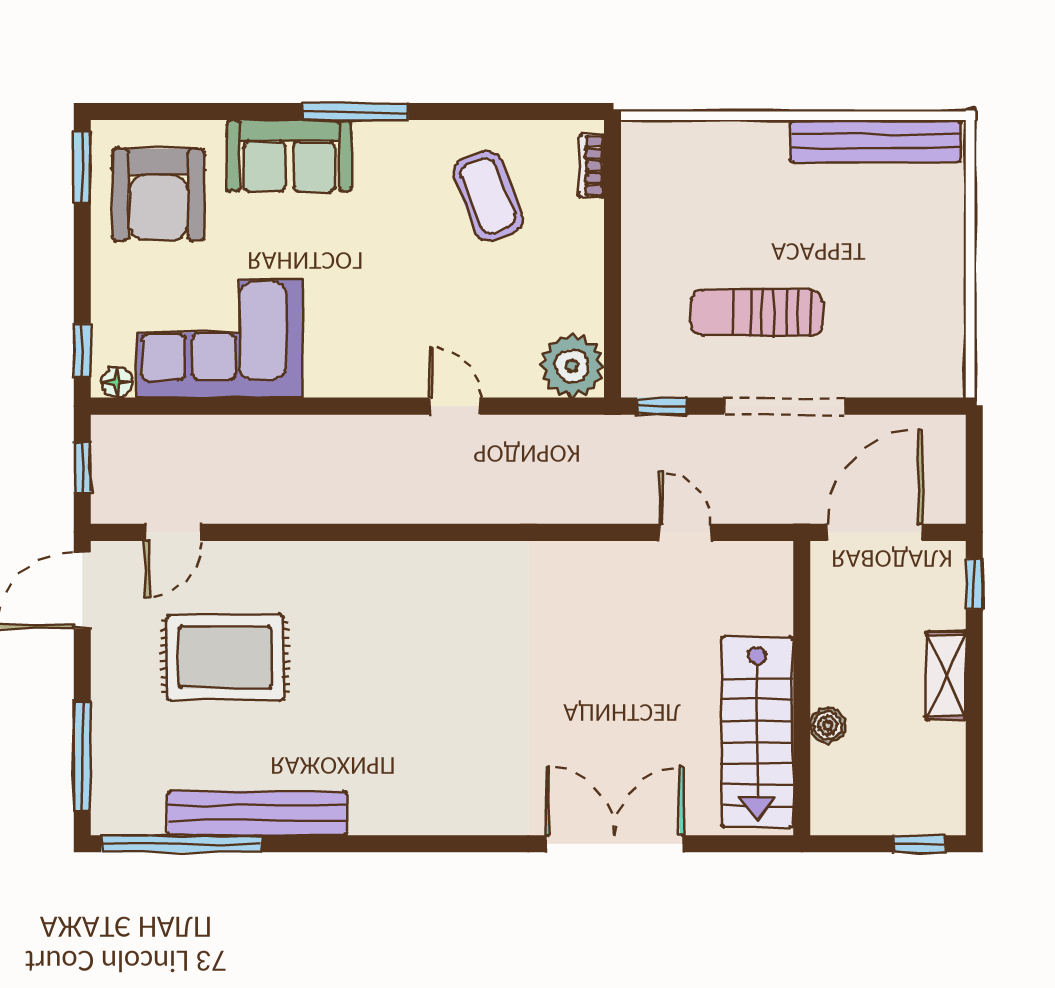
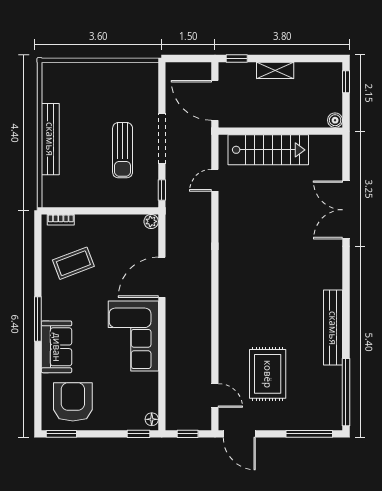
bench: (875, 141) -> (50, 139), moved
armchair: (158, 195) -> (73, 402), turned -90
corner sofa: (219, 338) -> (133, 336), moved
plant: (572, 366) -> (151, 221), width x0.53, depth x0.53
door: (455, 406) -> (162, 277), width x1.88
boiler: (828, 725) -> (335, 120), moved
stairs: (757, 732) -> (268, 150), moved
bench: (258, 813) -> (333, 328), moved

